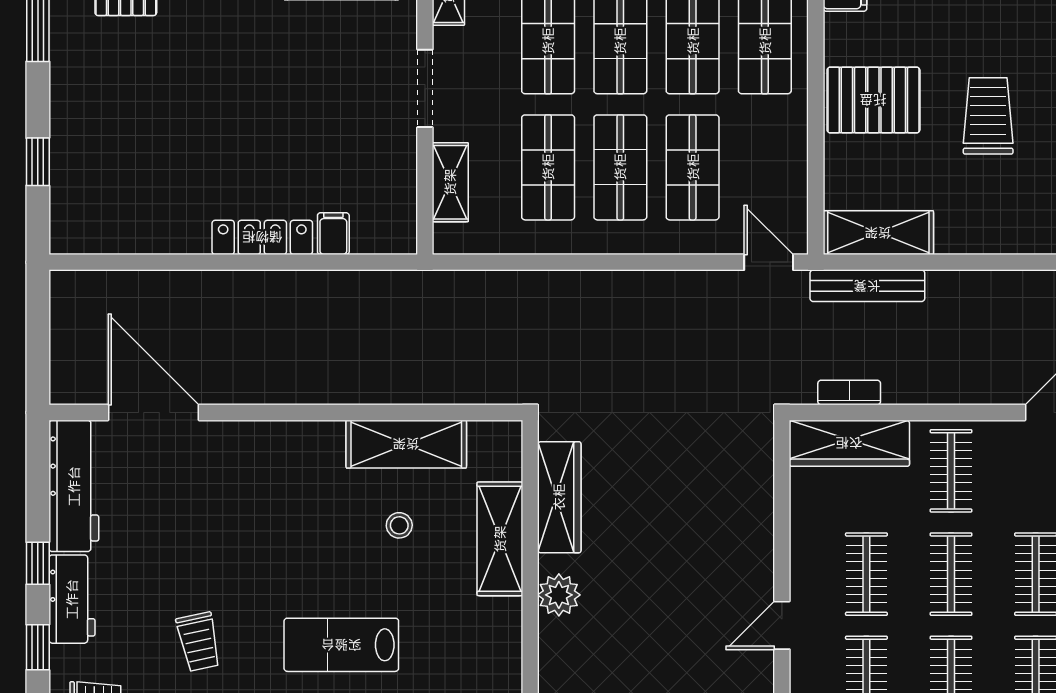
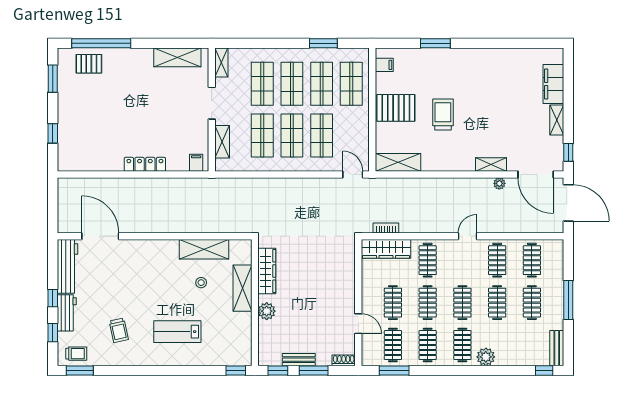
filing cabinet: (333, 234) -> (196, 163), moved
bench: (867, 286) -> (393, 184), removed
door: (782, 625) -> (358, 324), swing flipped

